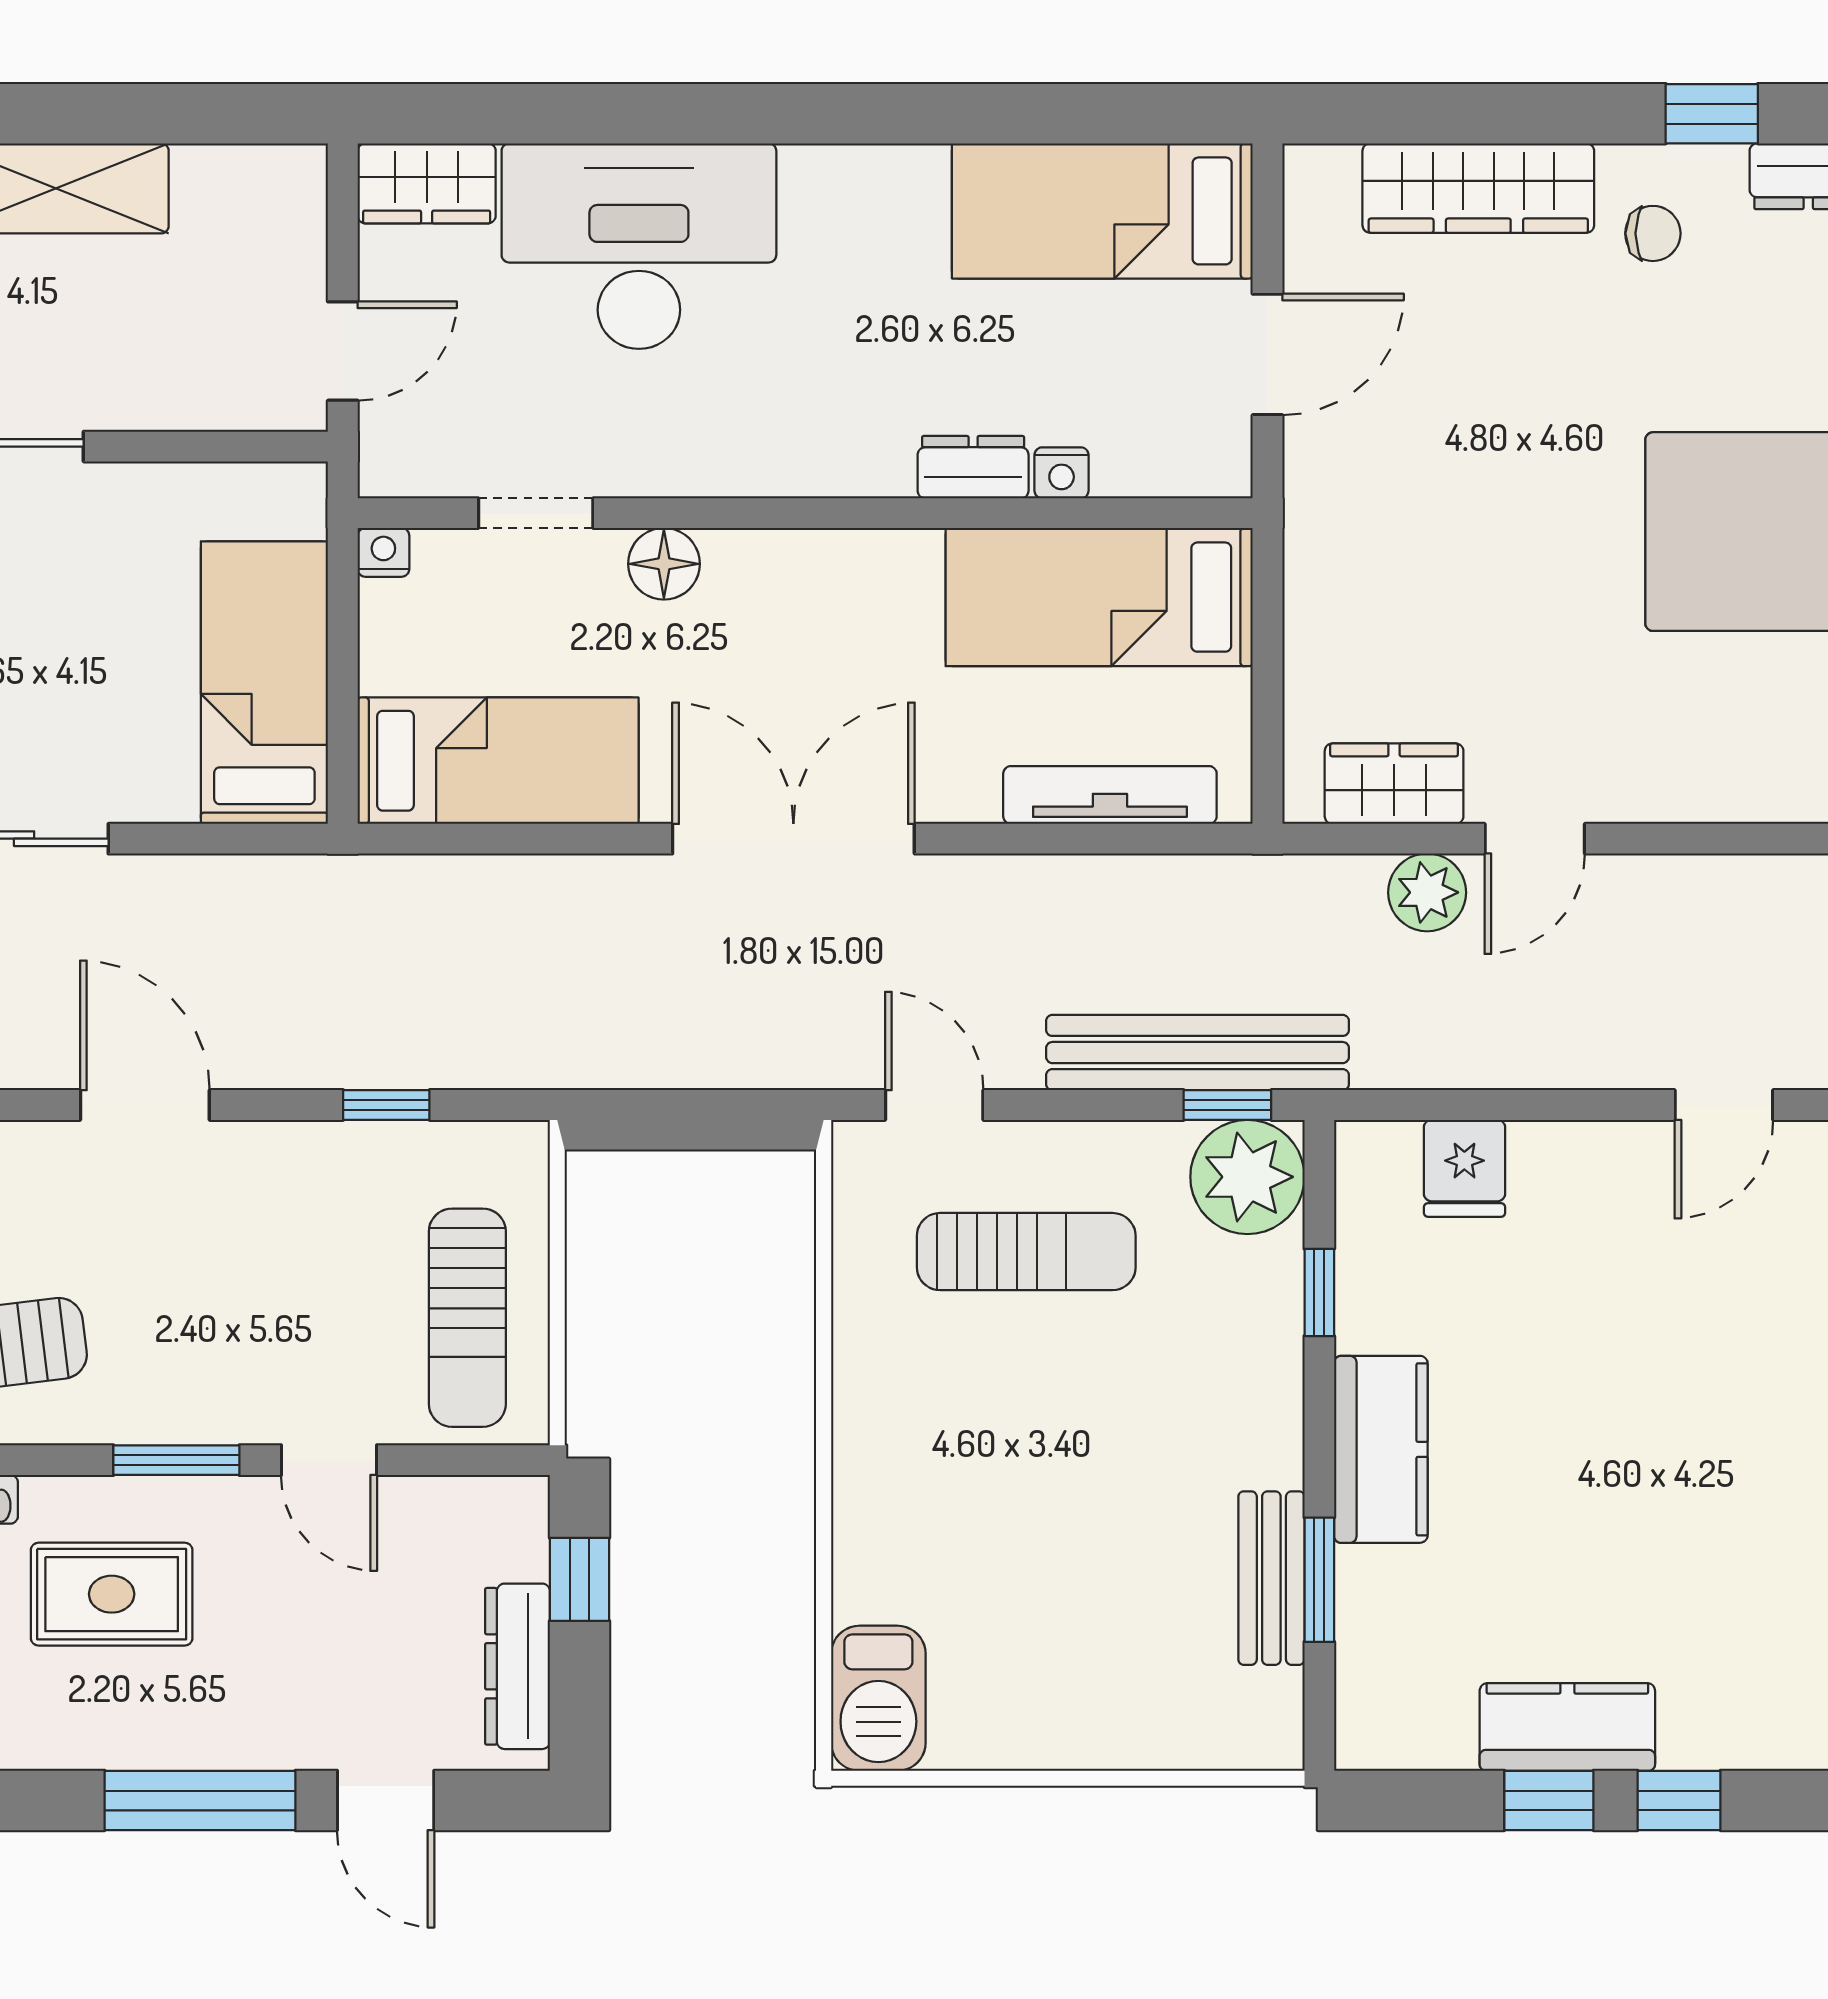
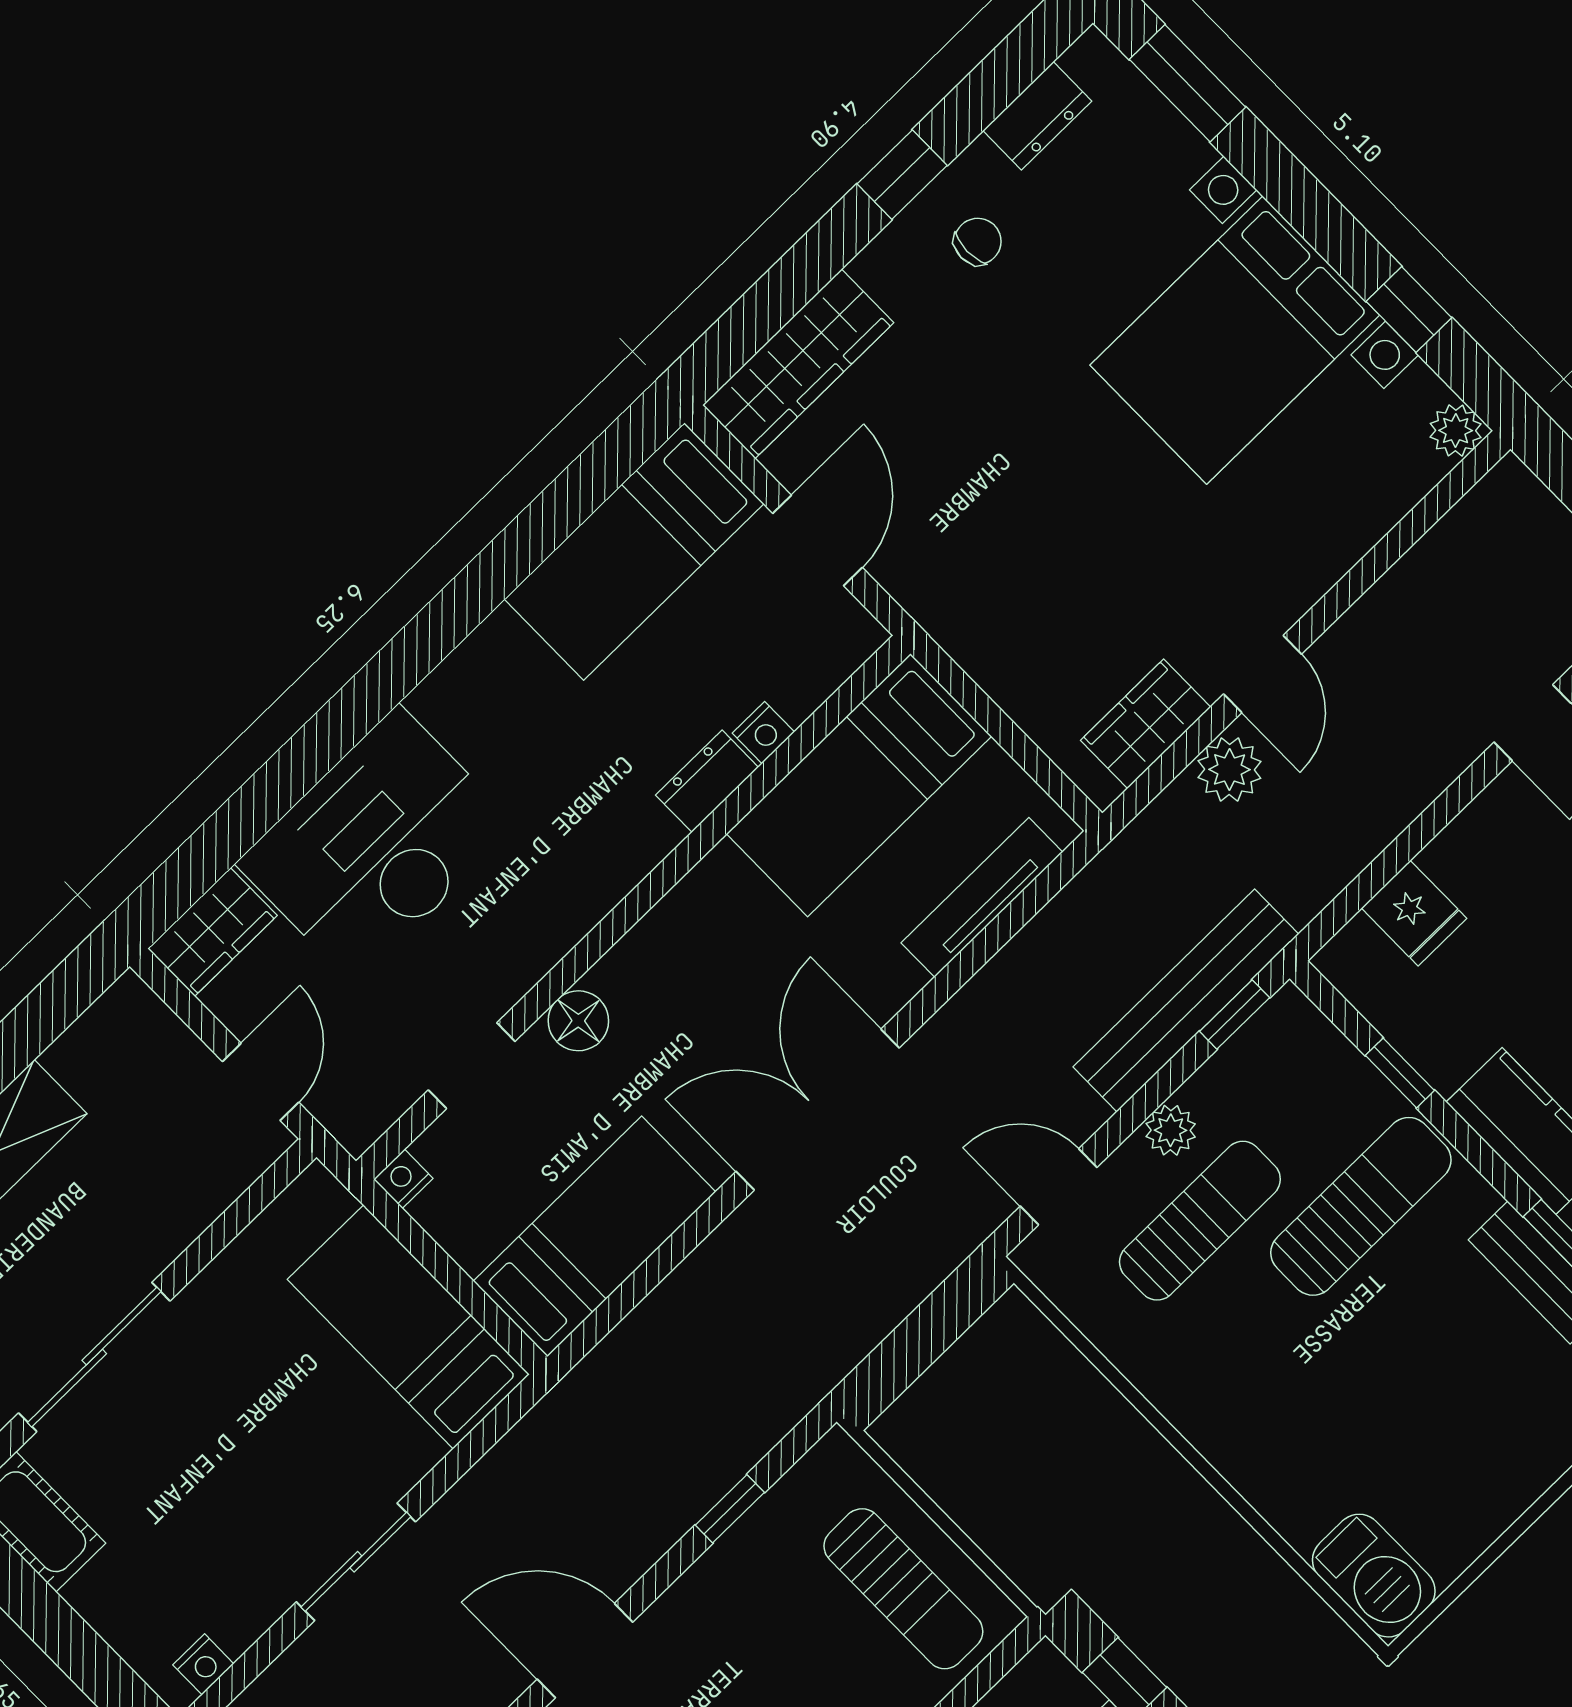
window: (1712, 114) -> (902, 175), moved
wardrobe: (1478, 188) -> (798, 364), moved
plant: (1247, 1177) -> (1171, 1130), moved, width x0.53, depth x0.53
sun lounger: (1175, 1373) -> (1361, 1206), added

